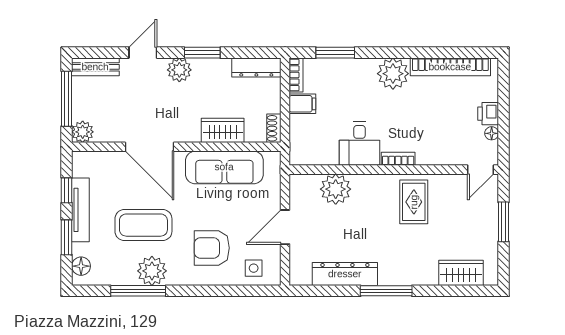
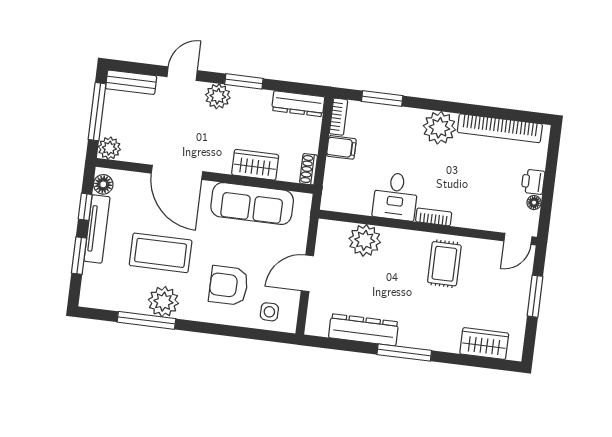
floor lamp: (81, 266) -> (103, 184), moved

